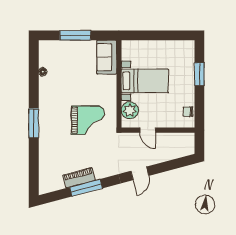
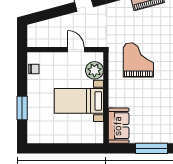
grand piano: (88, 120) -> (138, 60), turned 90

